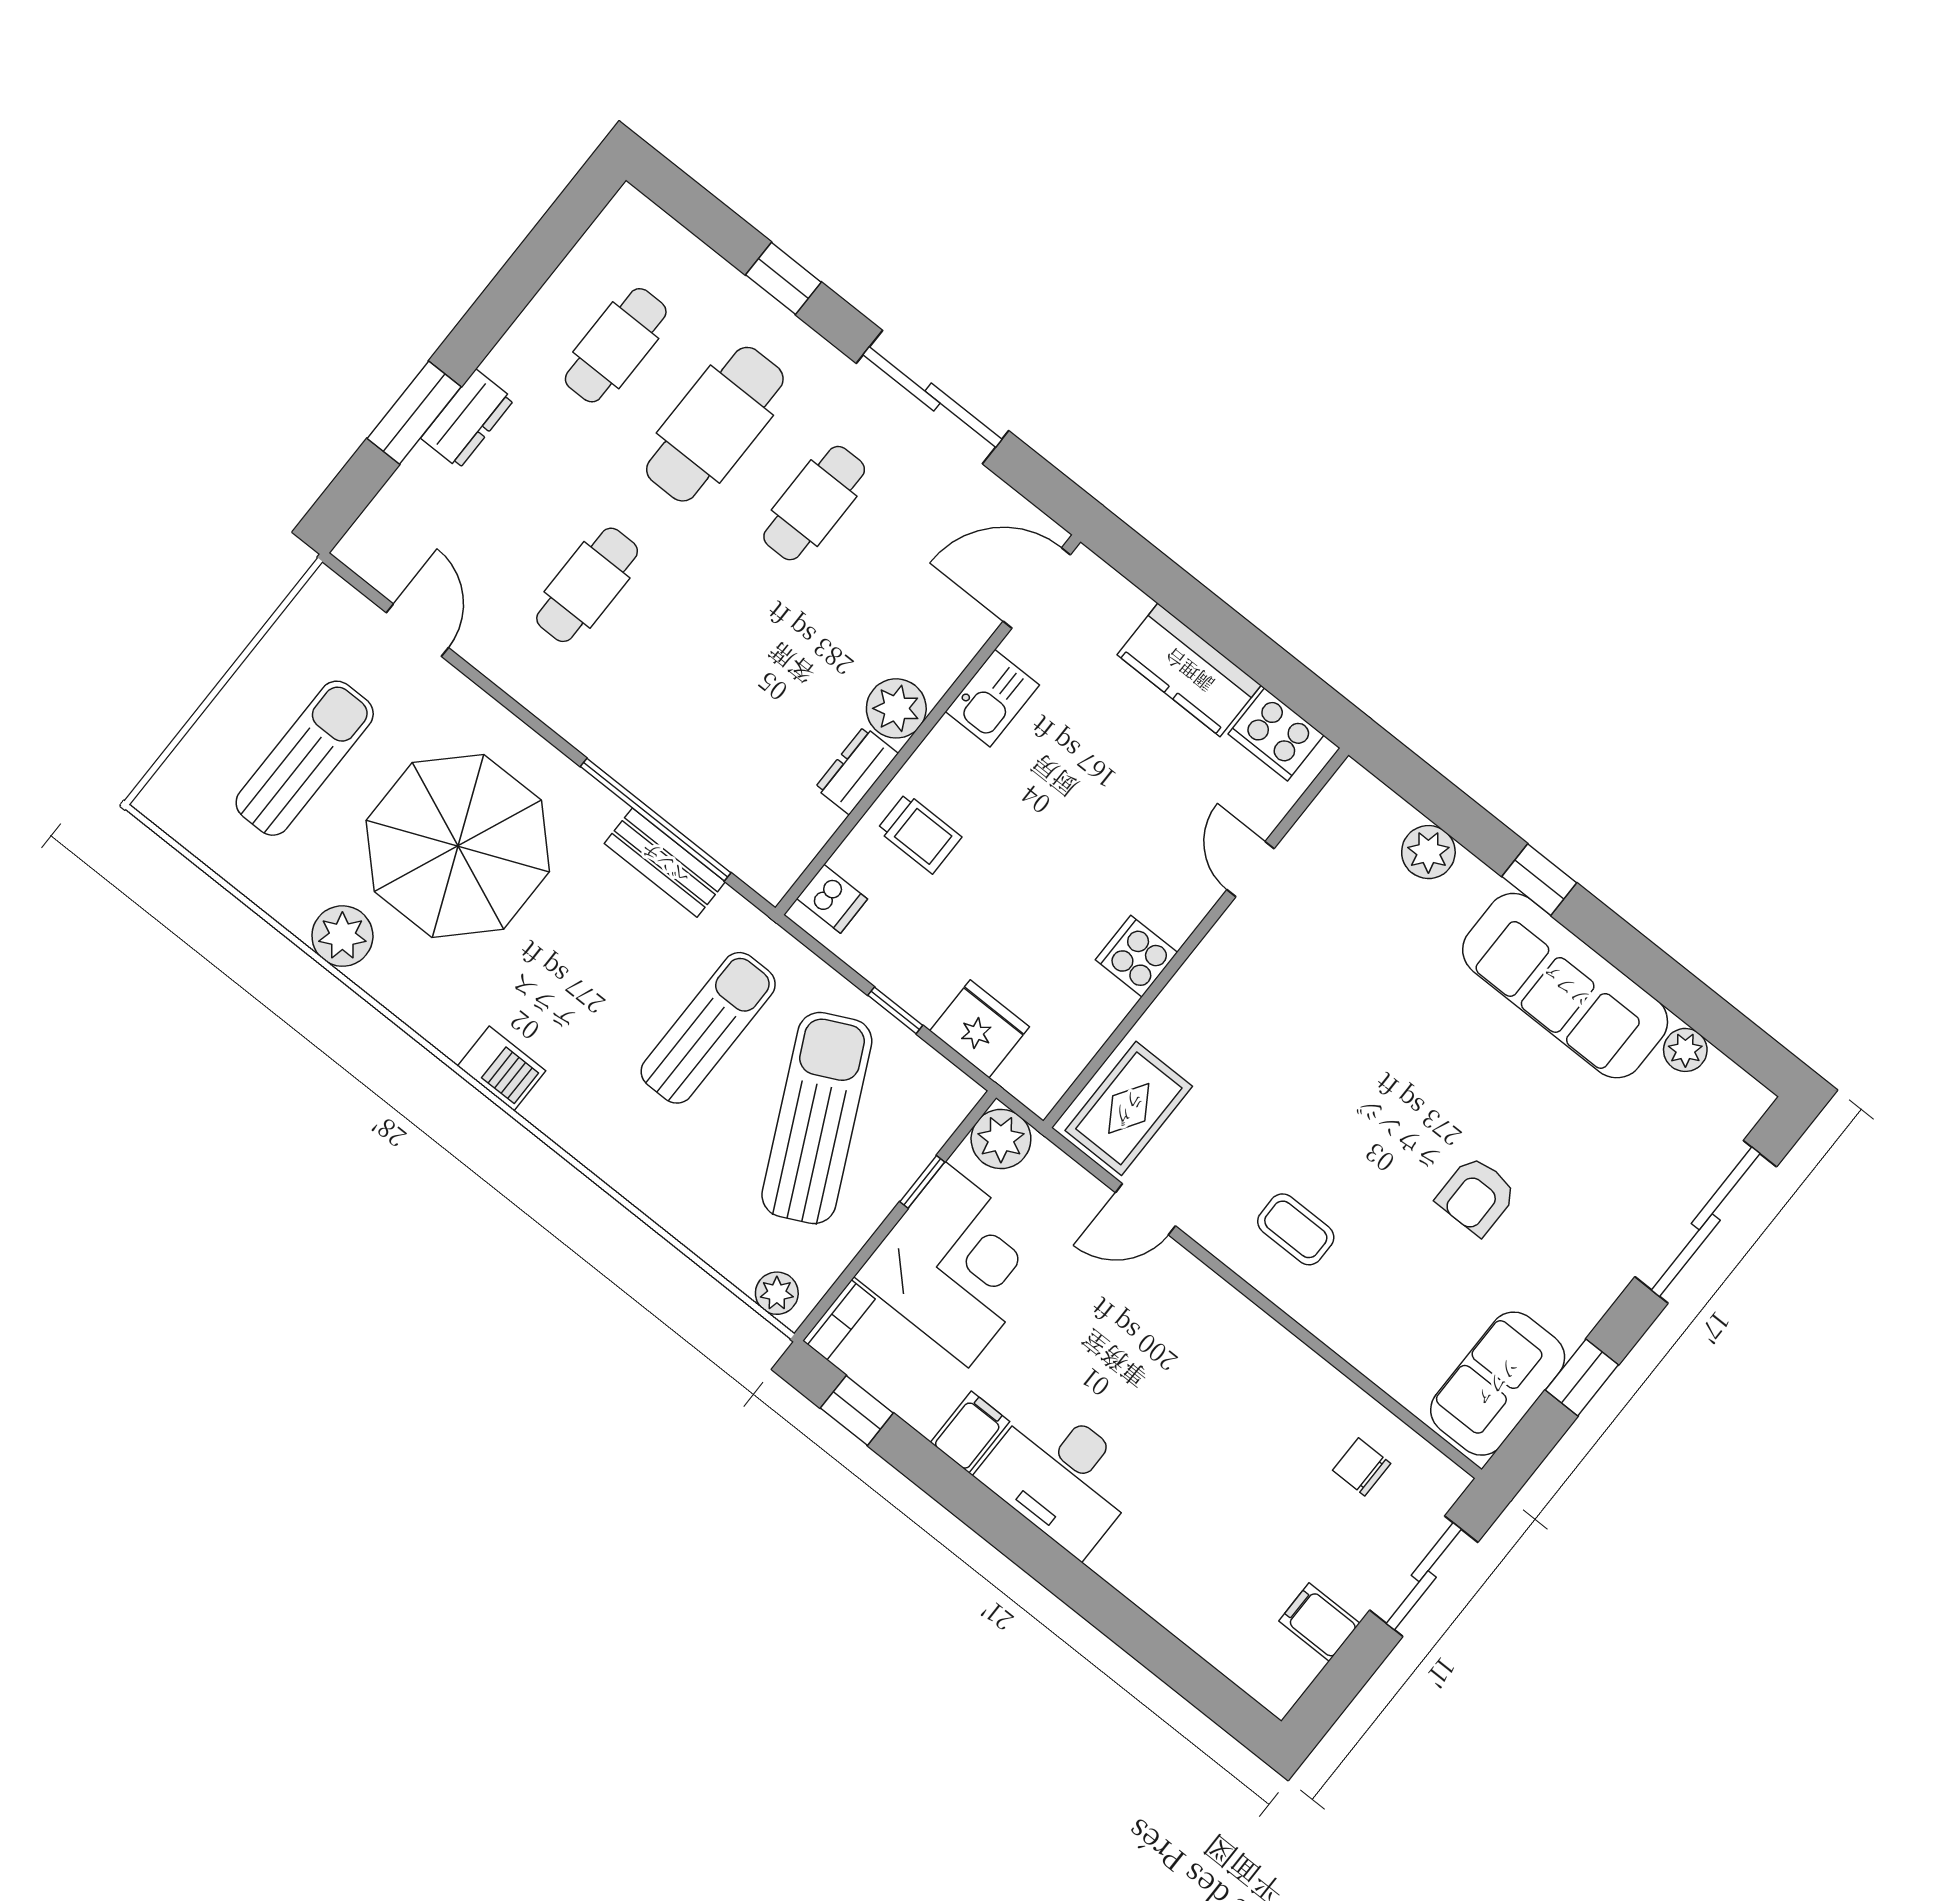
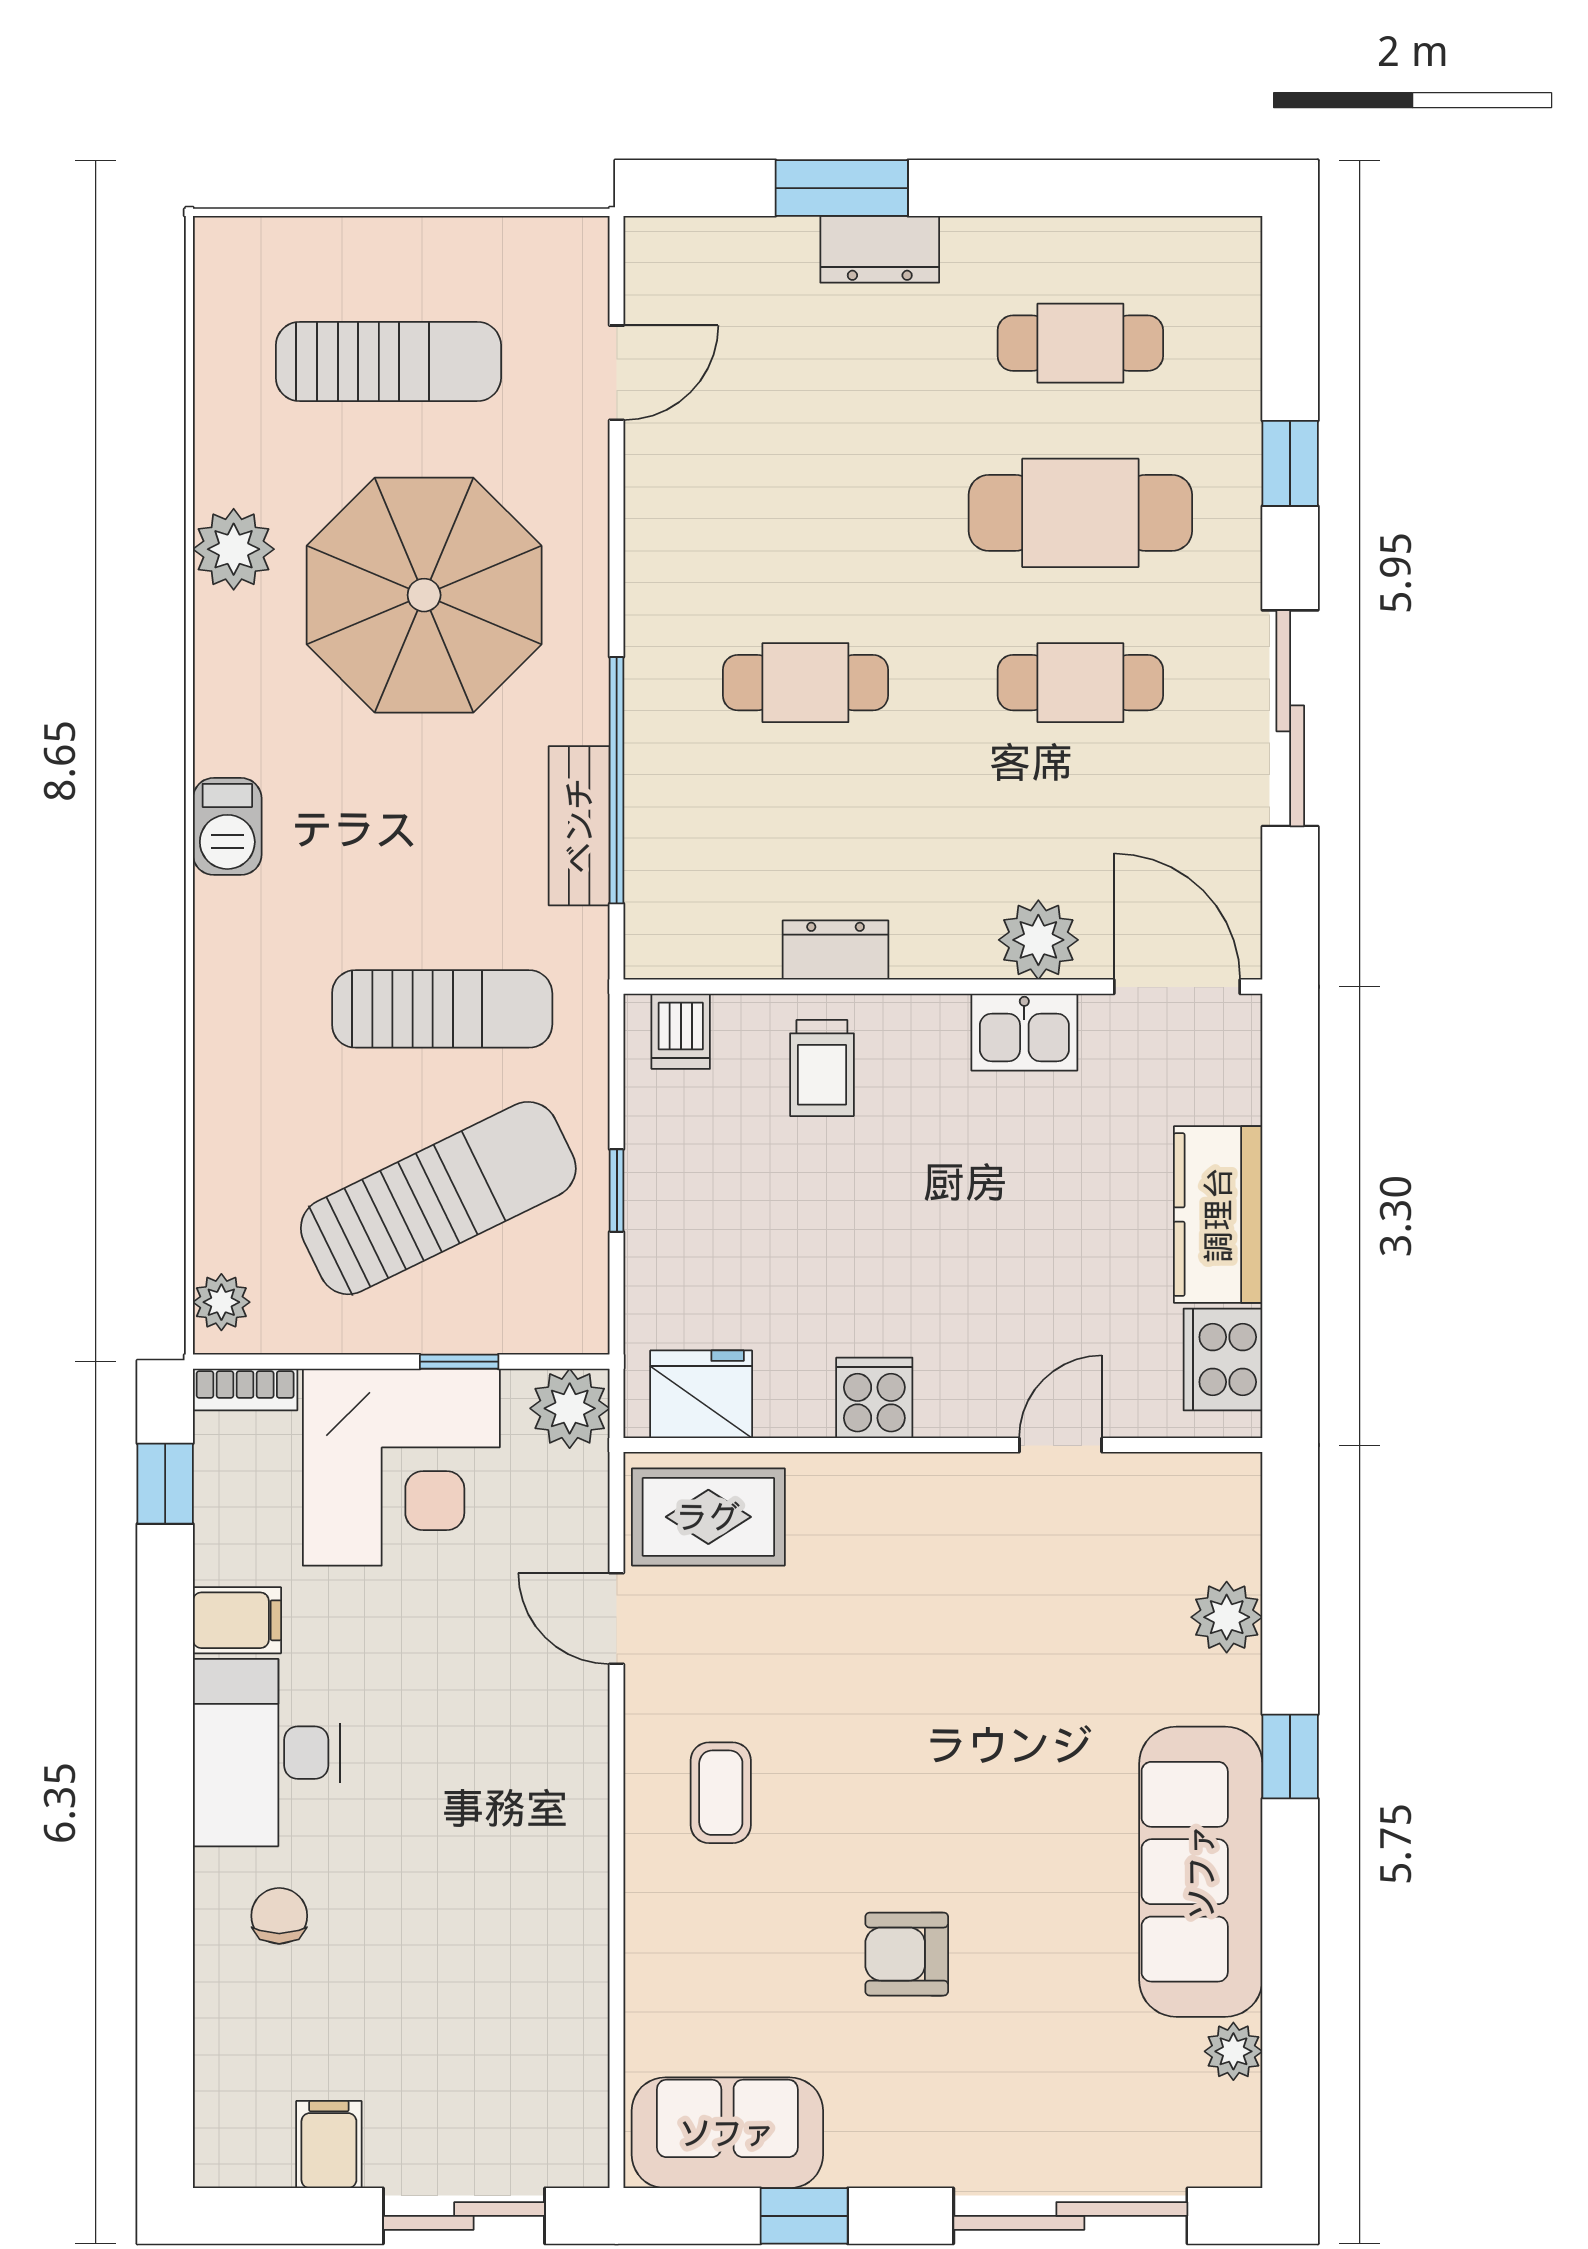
cafe table: (587, 585) -> (805, 683), moved
plant: (896, 708) -> (1038, 940), moved
fridge: (980, 1029) -> (701, 1394), moved, turned -90
chair: (1362, 1467) -> (279, 1916), moved

